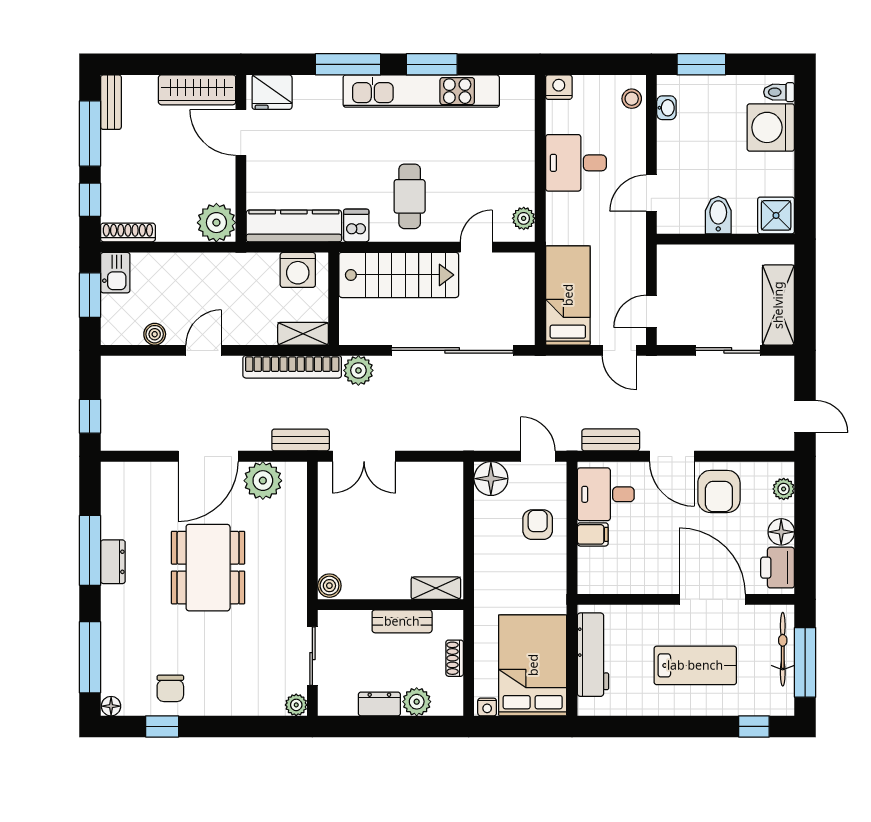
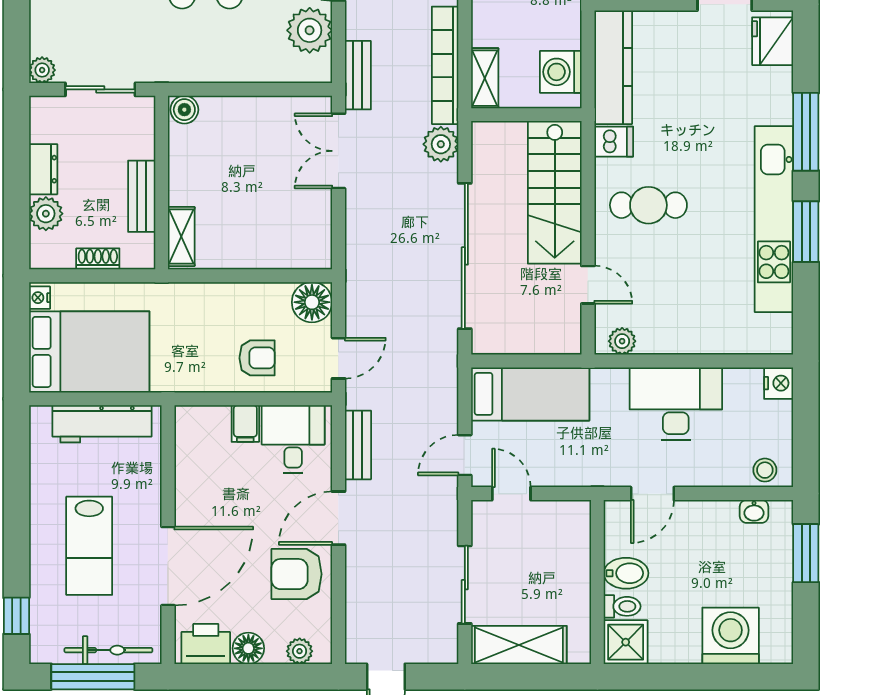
toilet: (779, 92) -> (622, 606), moved, turned 90
desk: (576, 163) -> (676, 404), width x1.37
door: (651, 193) -> (652, 494), swing flipped

